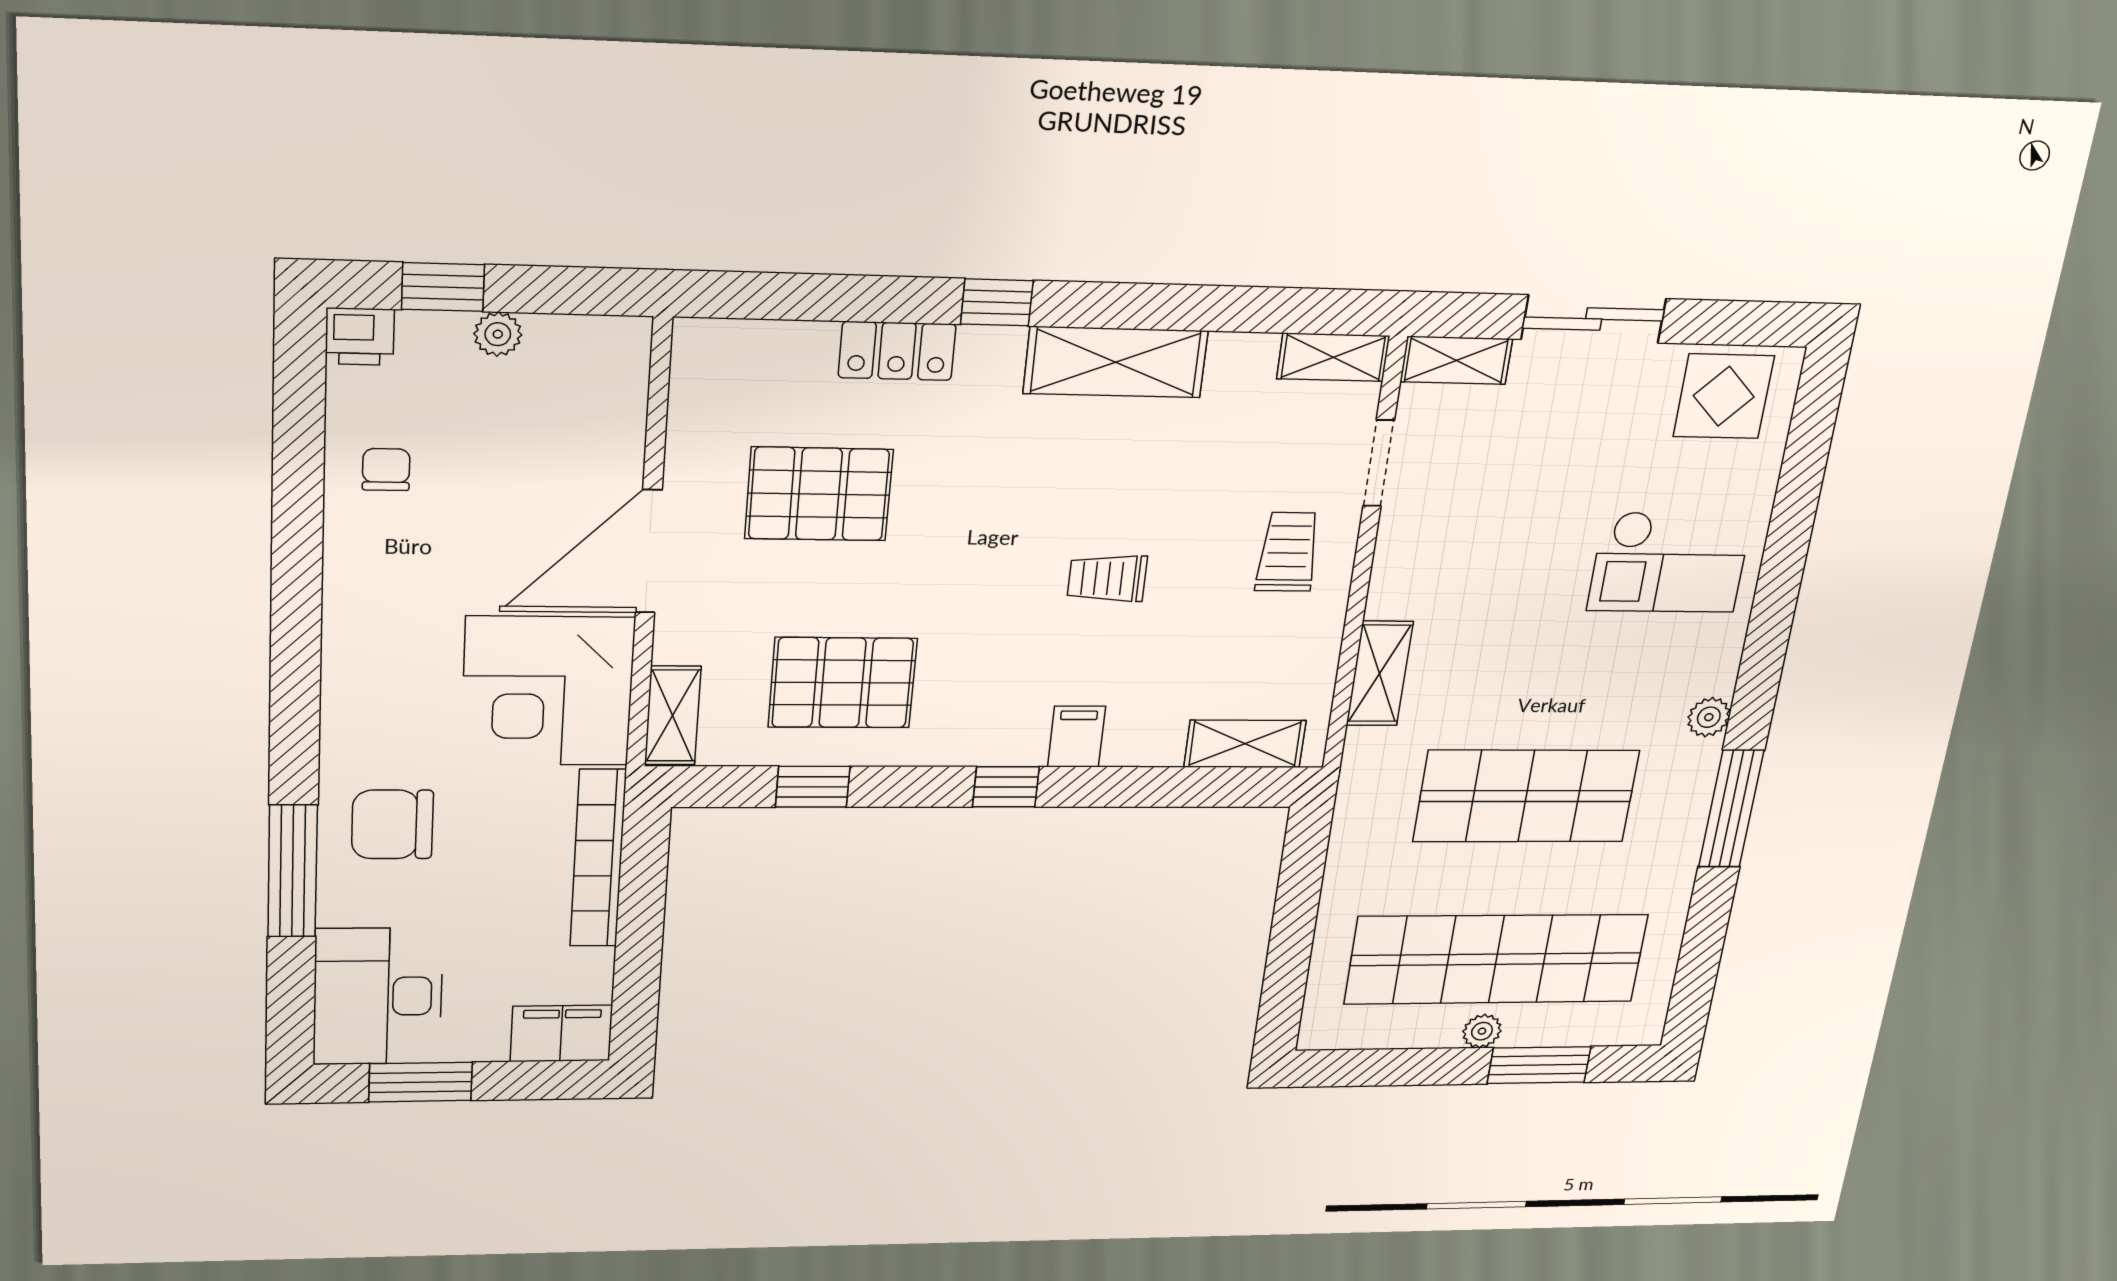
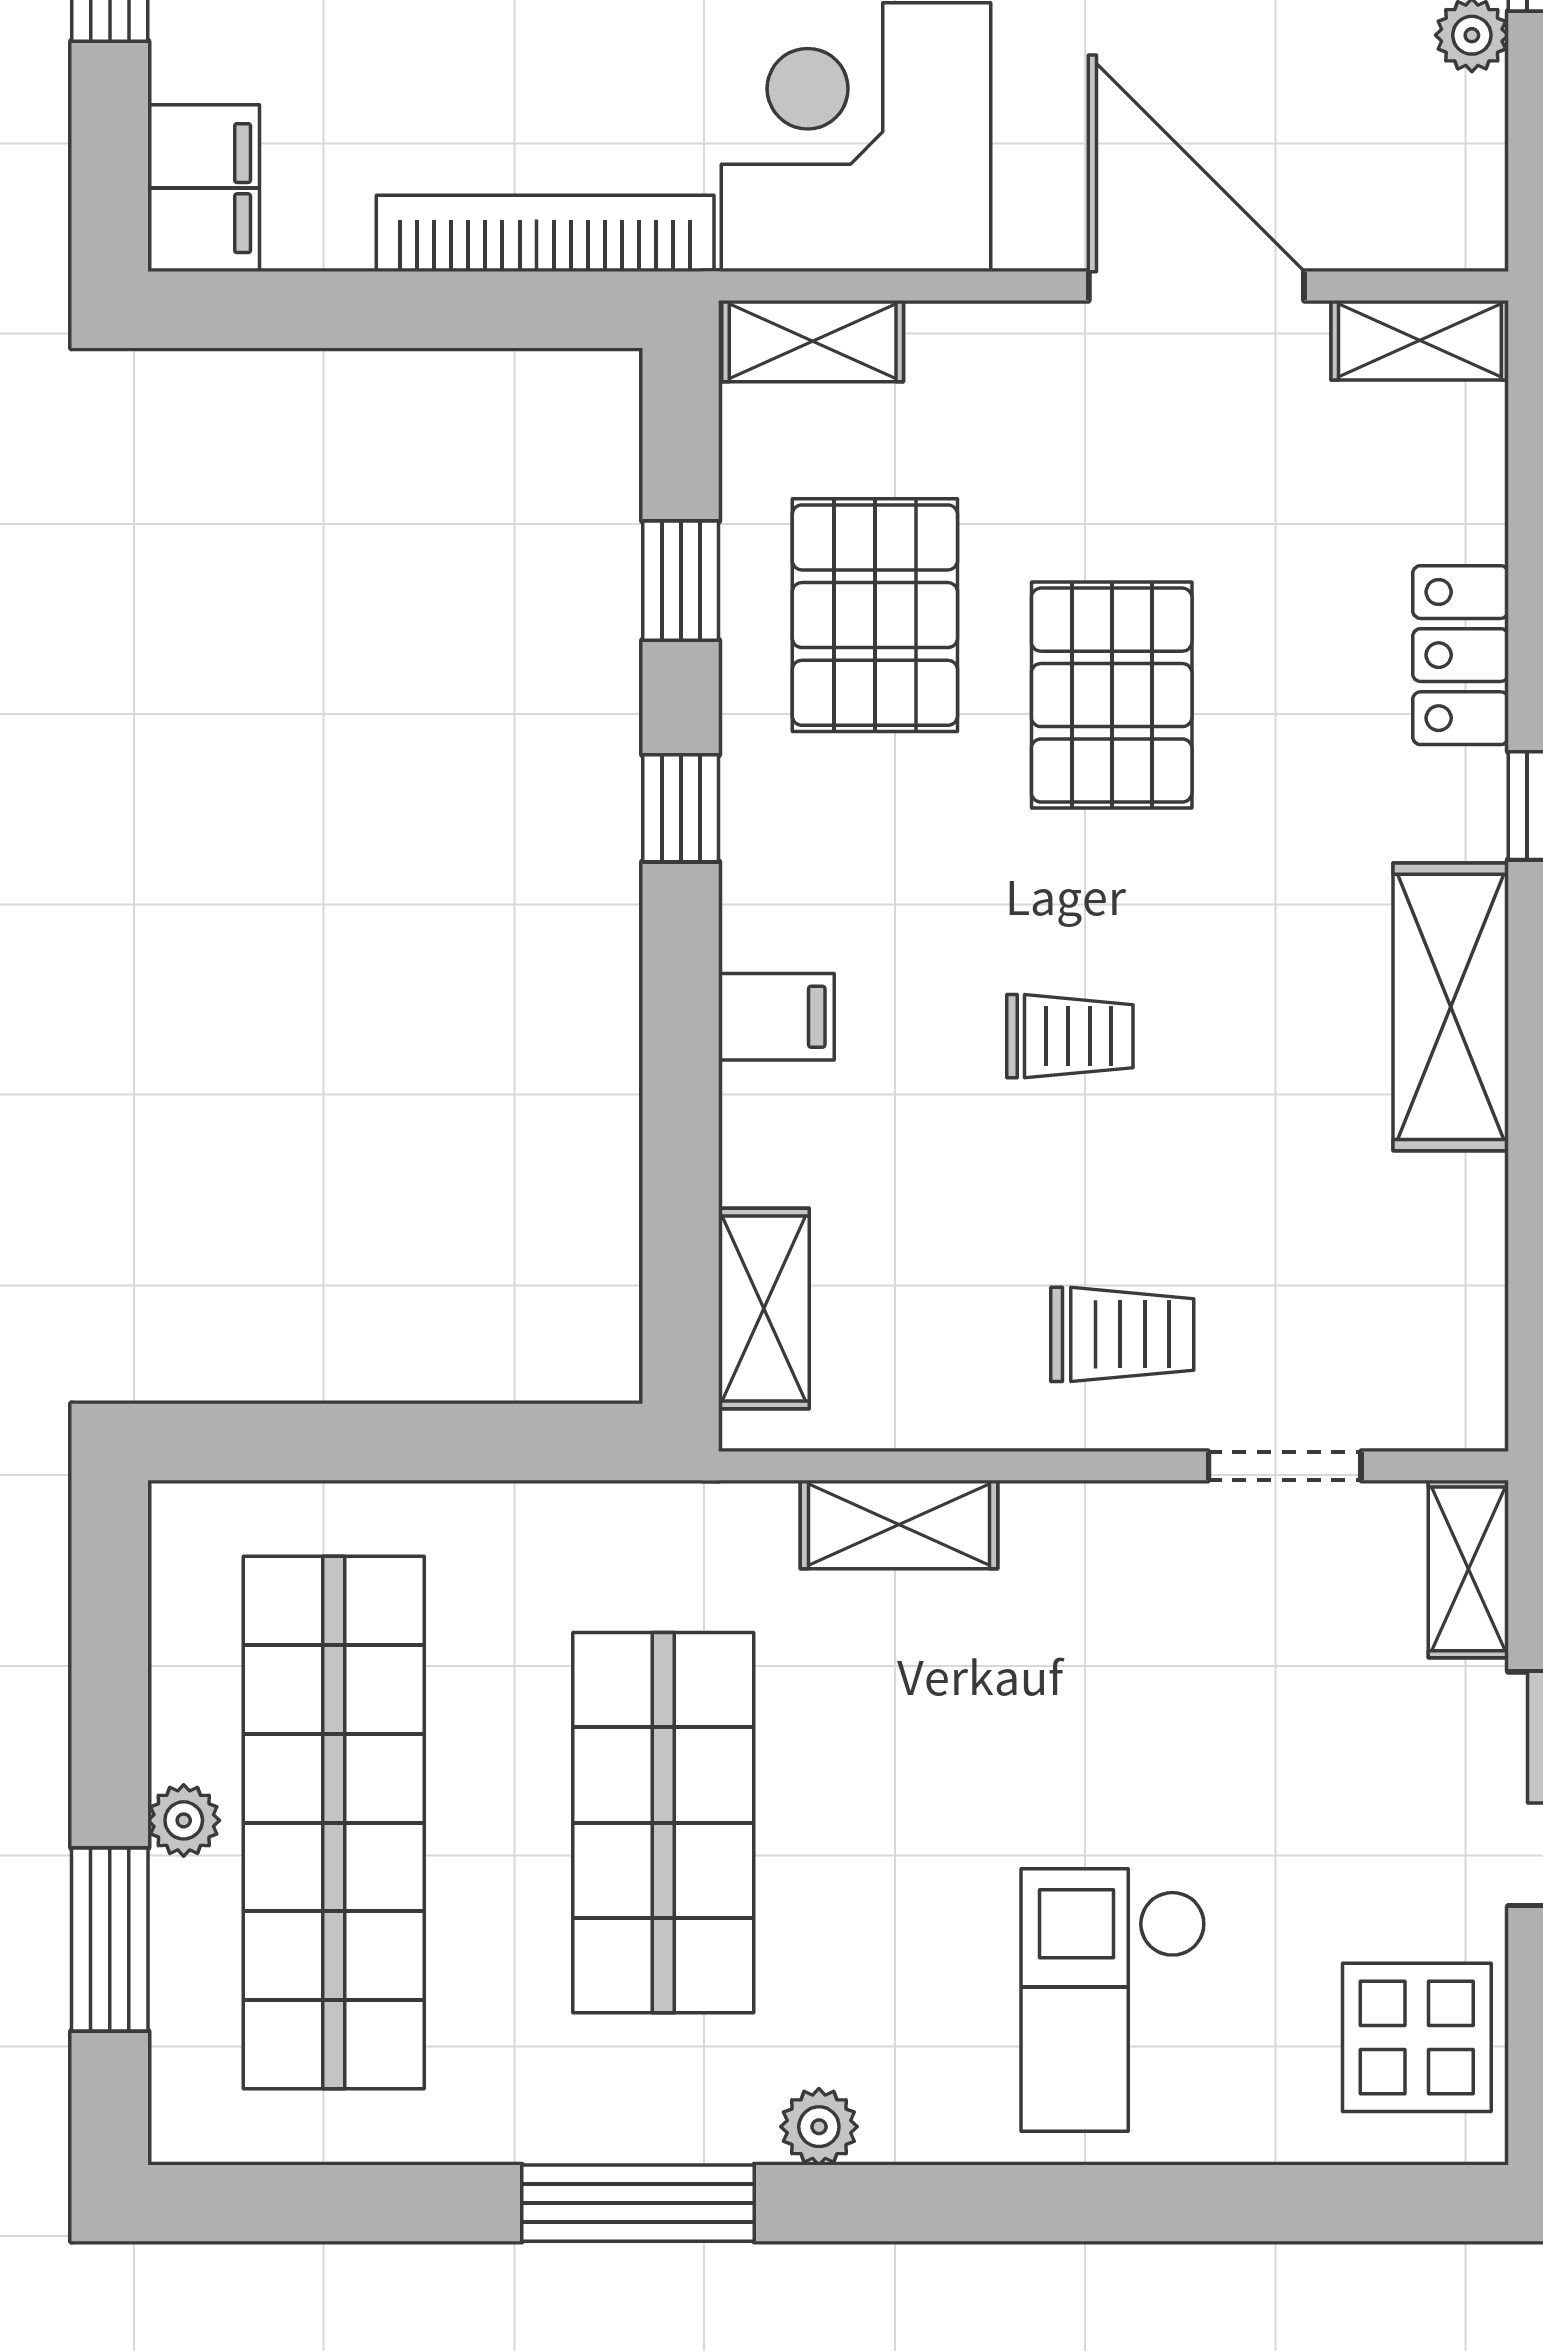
shelving: (1333, 357) -> (1420, 340), moved, turned 90
pallet: (819, 494) -> (1112, 695), moved
door: (649, 551) -> (1196, 286), moved
trolley: (1107, 578) -> (1070, 1036), turned 90
window: (1006, 787) -> (681, 808), moved

